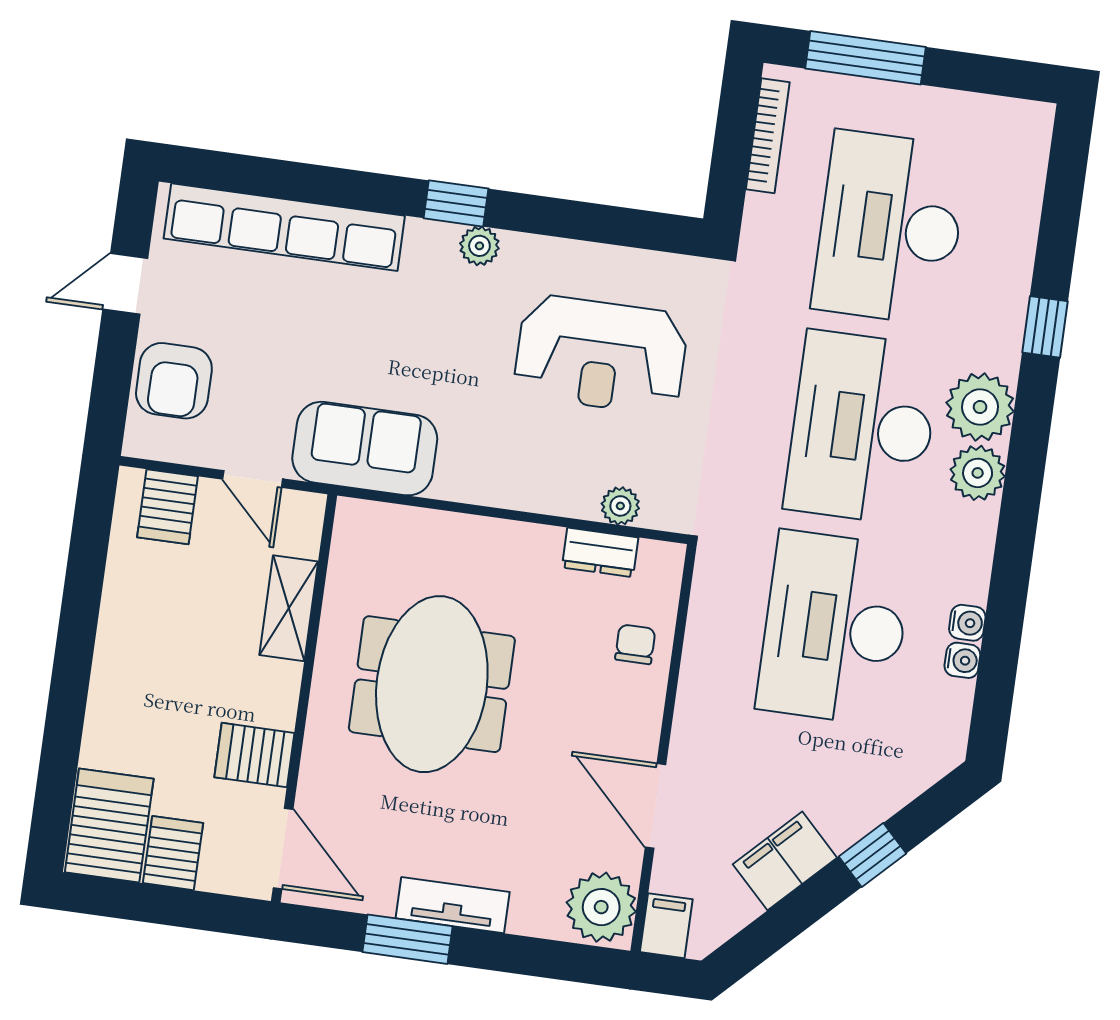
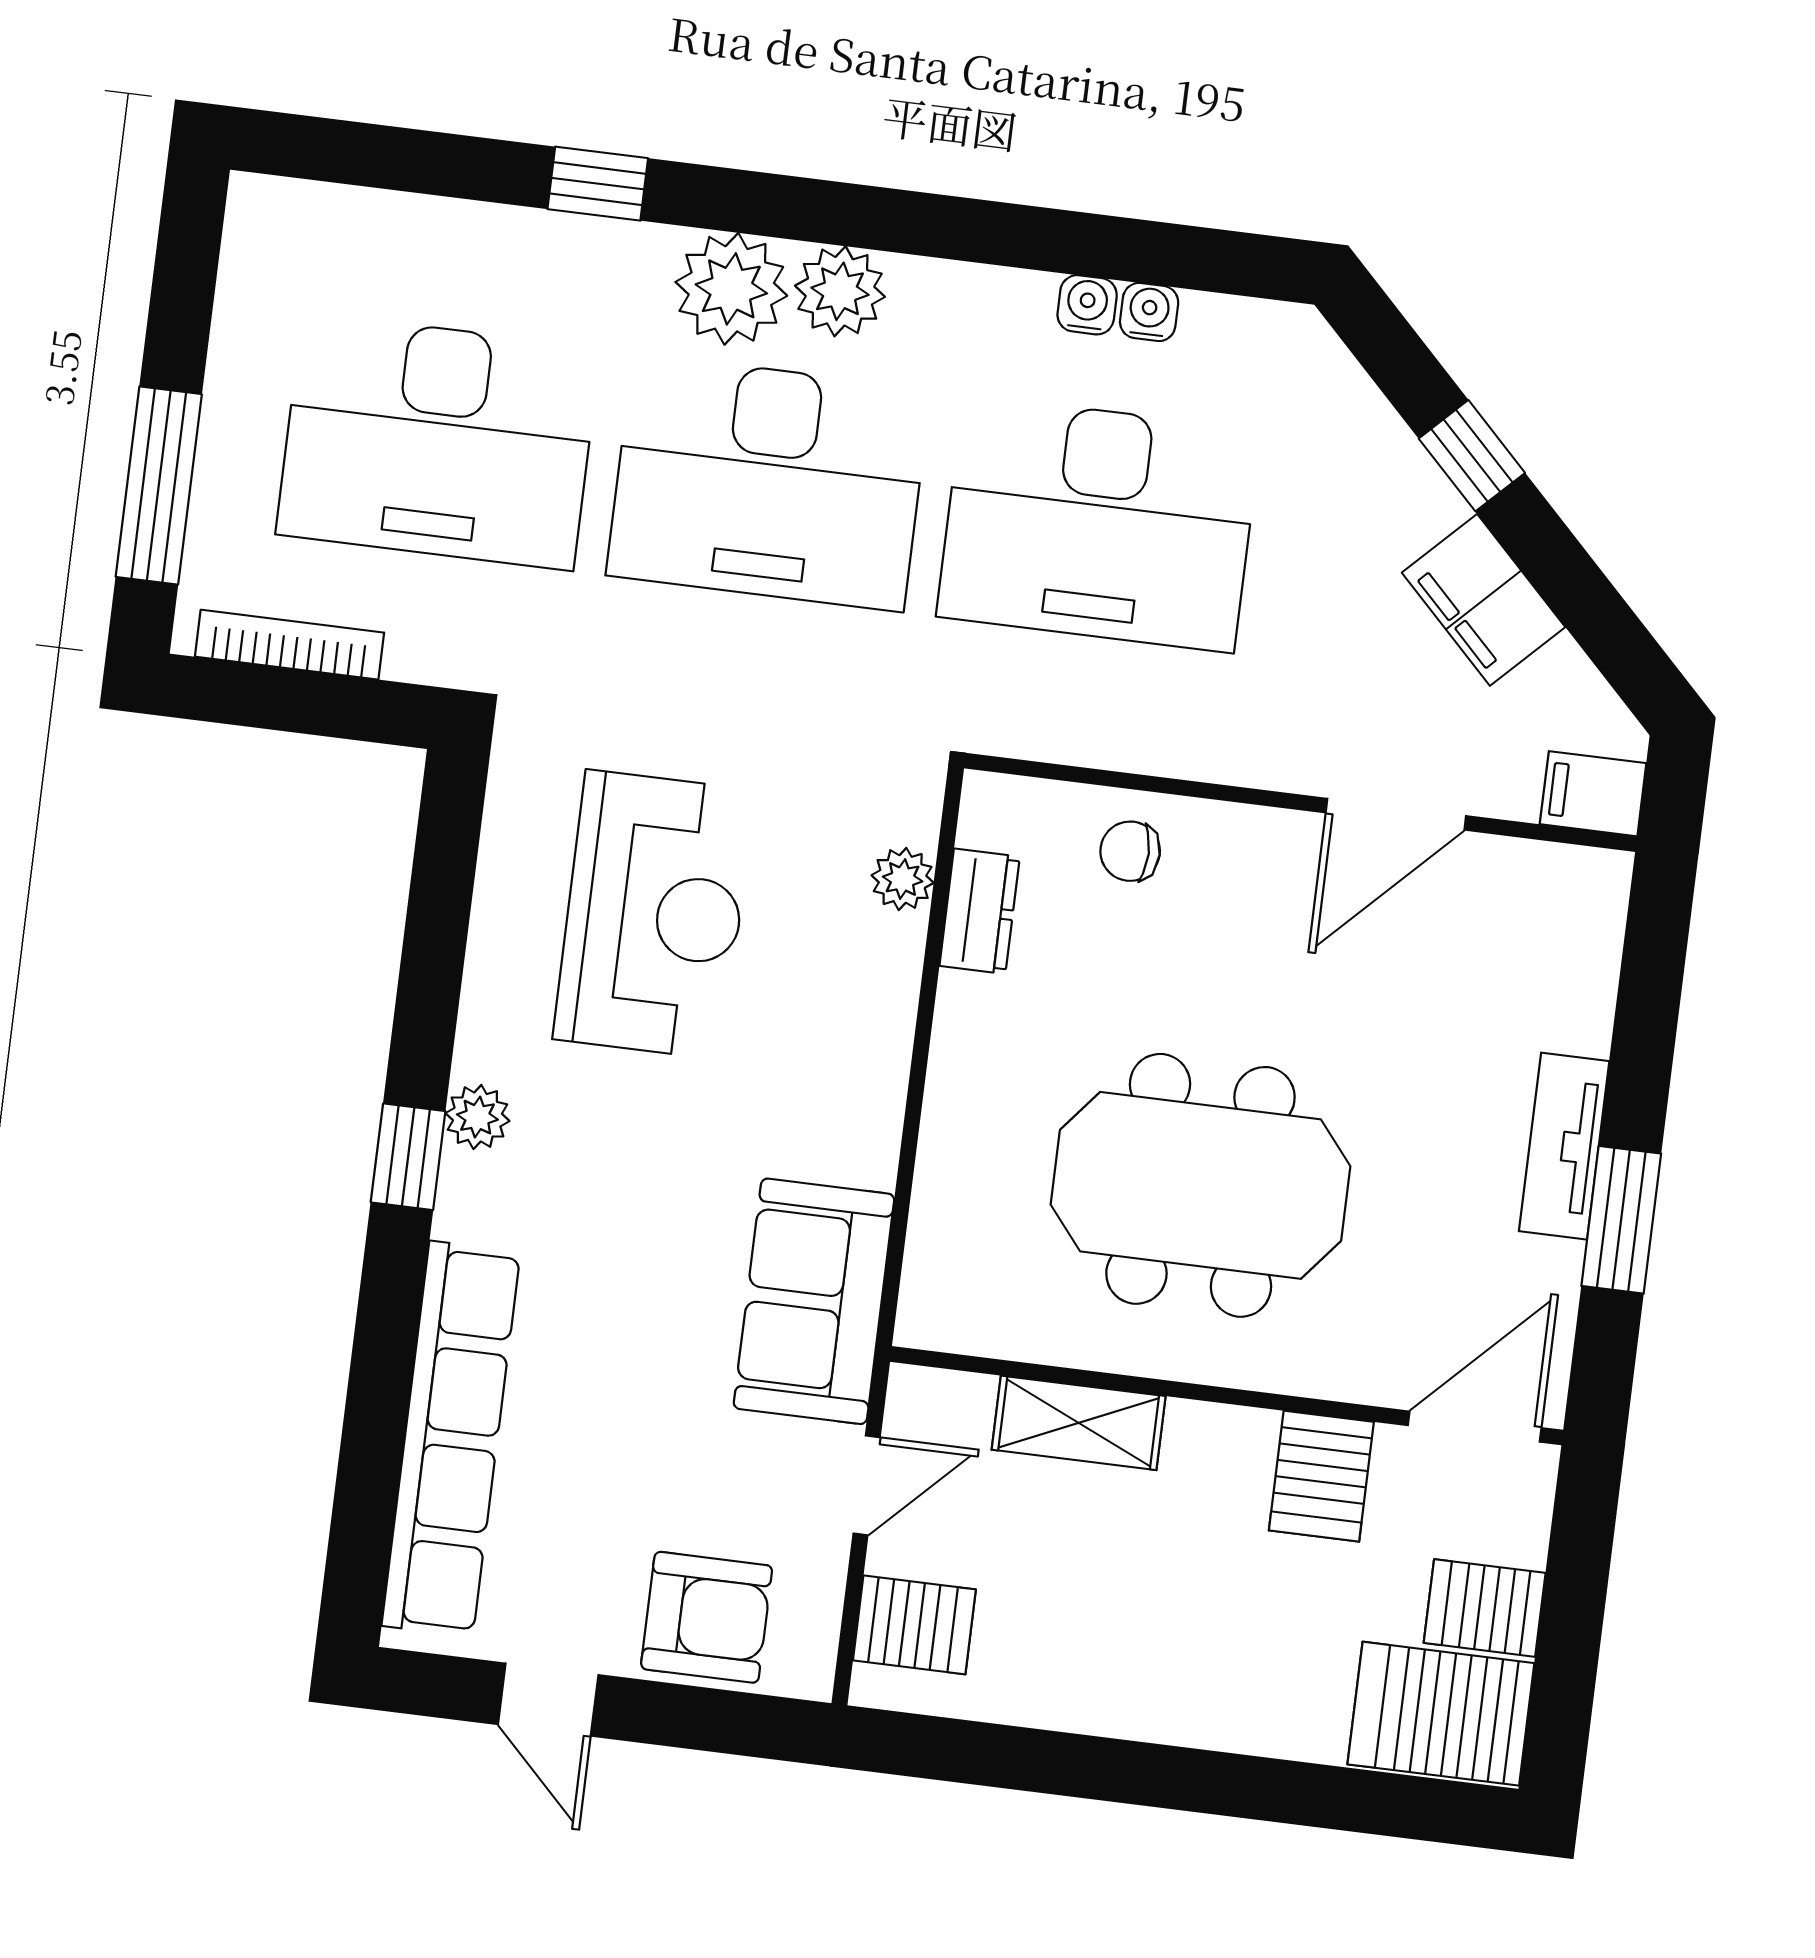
plant: (601, 907) -> (1564, 901), removed

